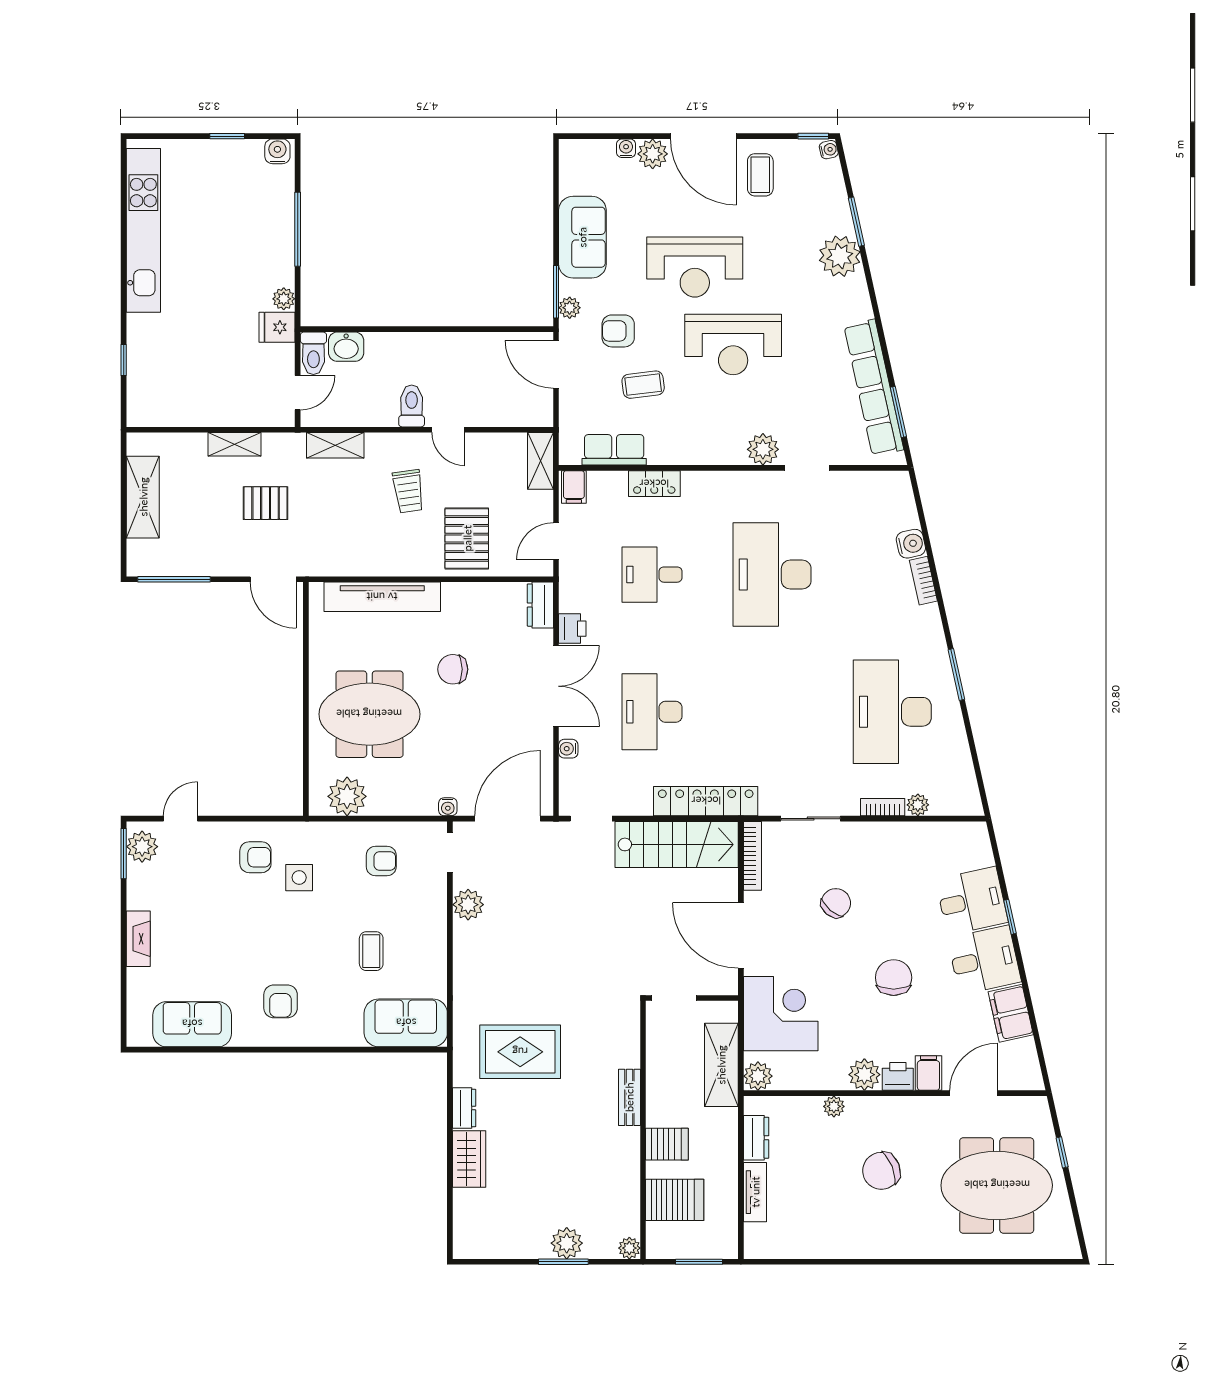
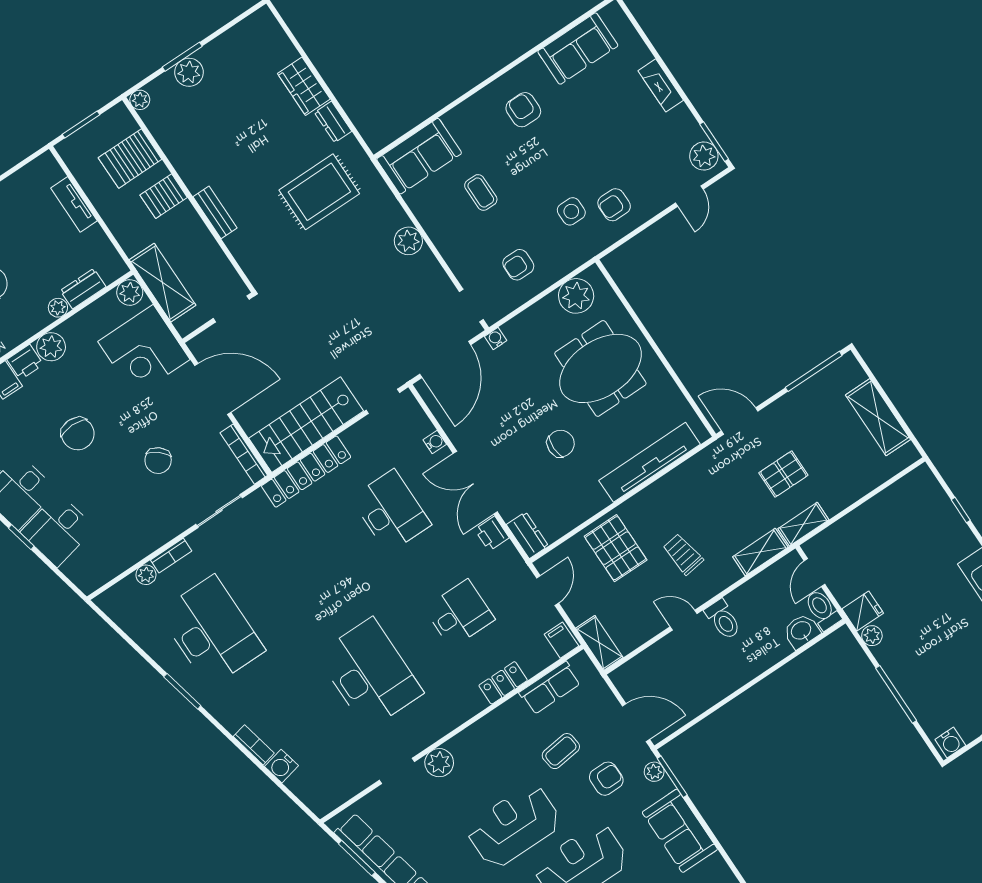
shelving: (235, 444) -> (803, 524), moved
plant: (468, 905) -> (408, 241), moved
dresser: (756, 1138) -> (83, 289), moved, turned 90

